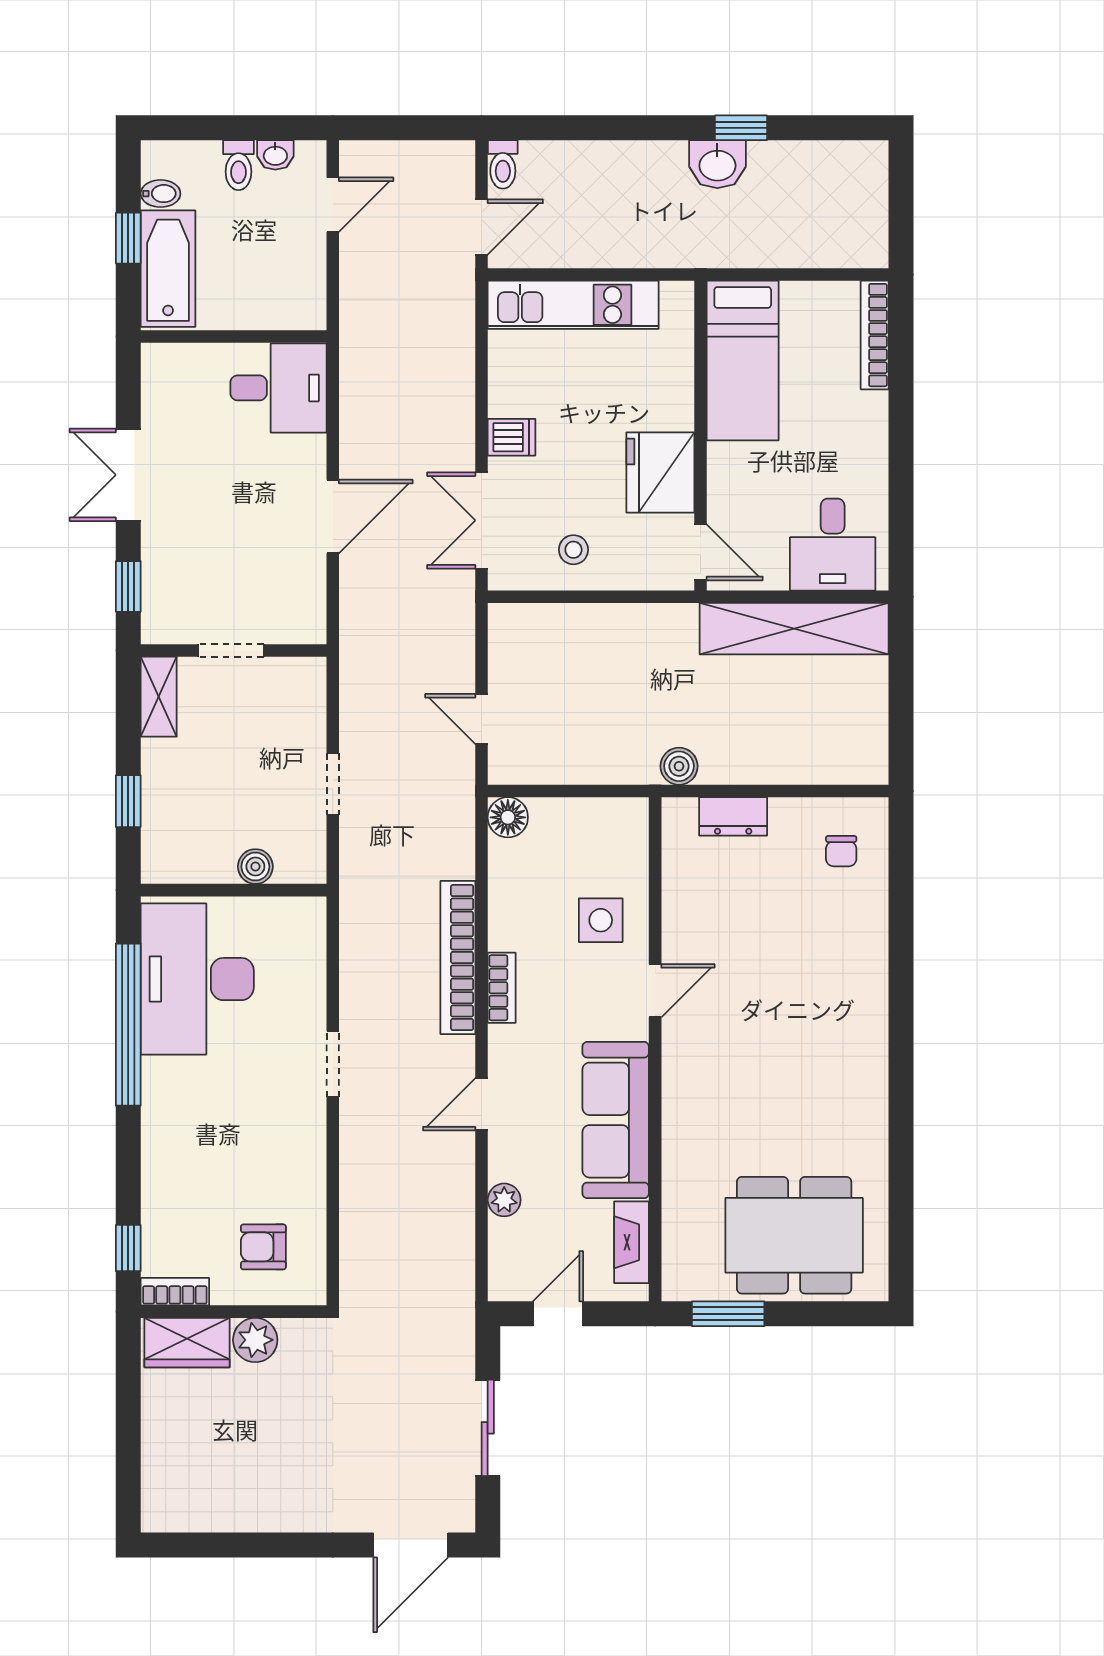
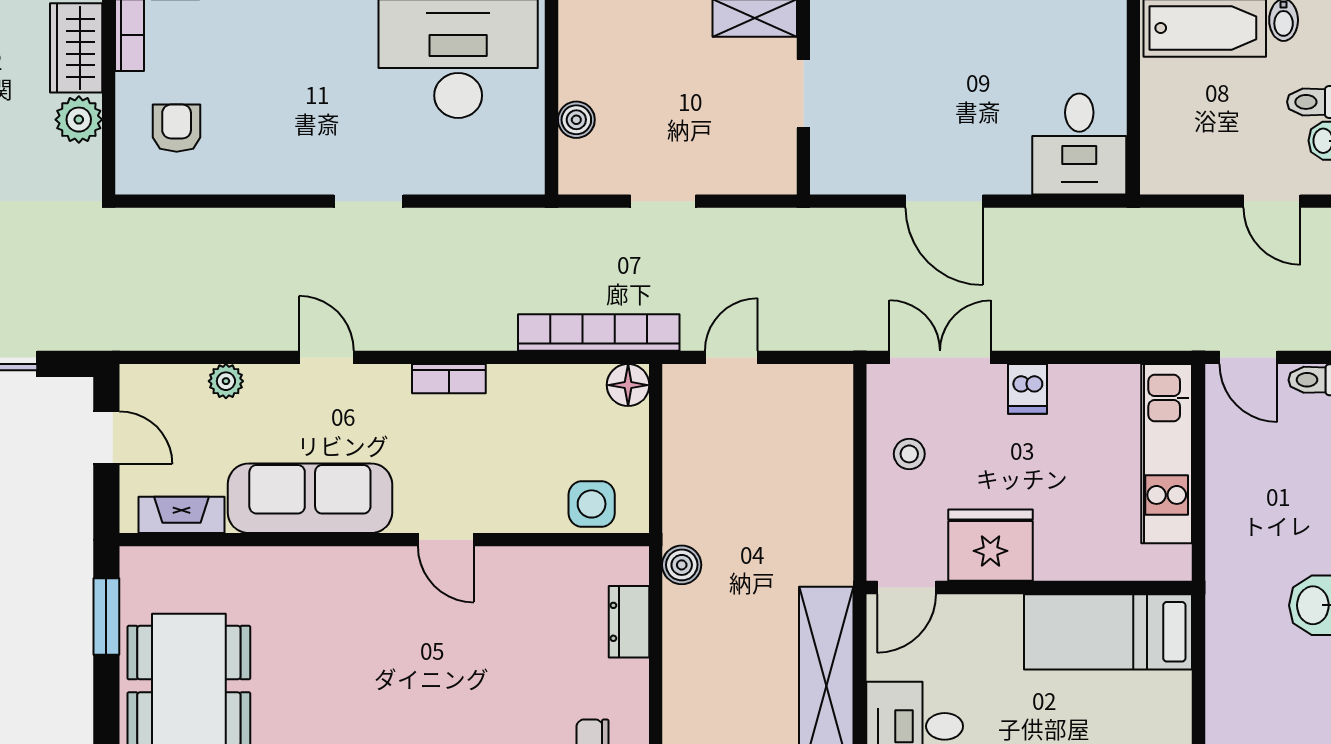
side table: (601, 920) -> (592, 504), moved
bookcase: (458, 958) -> (599, 333), moved

